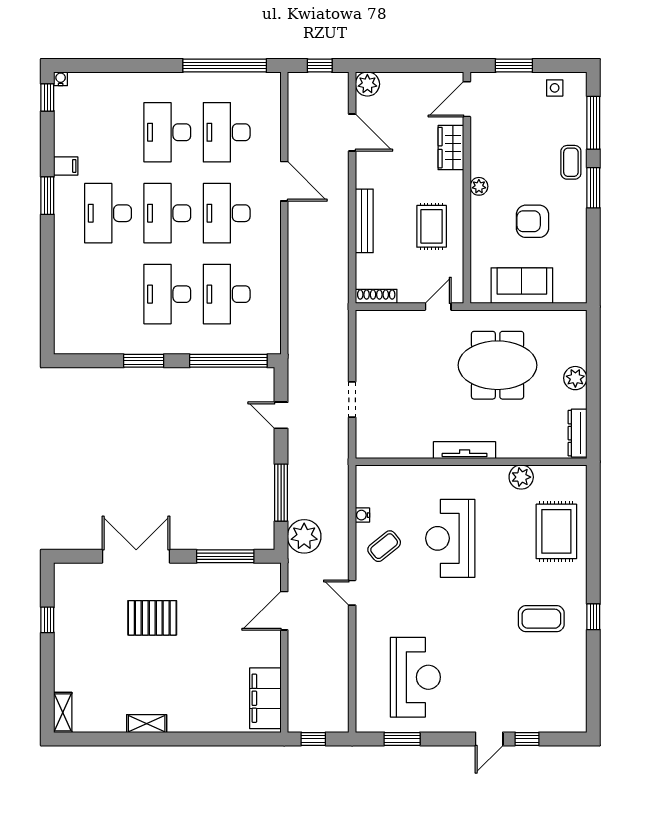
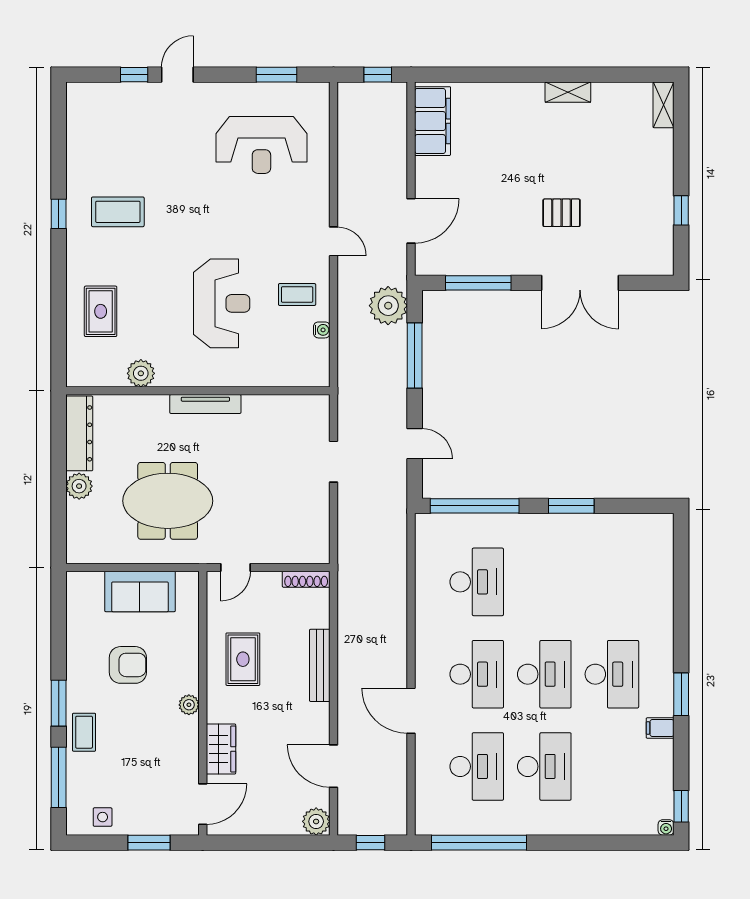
desk: (167, 294) -> (544, 582), removed
dresser: (577, 433) -> (79, 433), width x1.37, depth x1.24
rug: (556, 531) -> (101, 311), width x0.73, depth x0.70
coffee table: (384, 546) -> (297, 295), turned 39
pallet: (152, 618) -> (562, 213), width x0.67, depth x0.71
reception desk: (415, 677) -> (261, 145), turned -90

